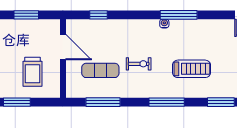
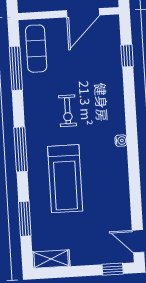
window: (179, 15) -> (133, 158), removed
treadmill: (191, 69) -> (65, 179), width x1.37, depth x1.38
exercise mat: (100, 70) -> (36, 49), moved

